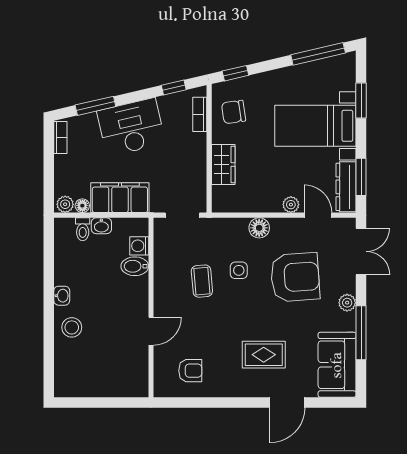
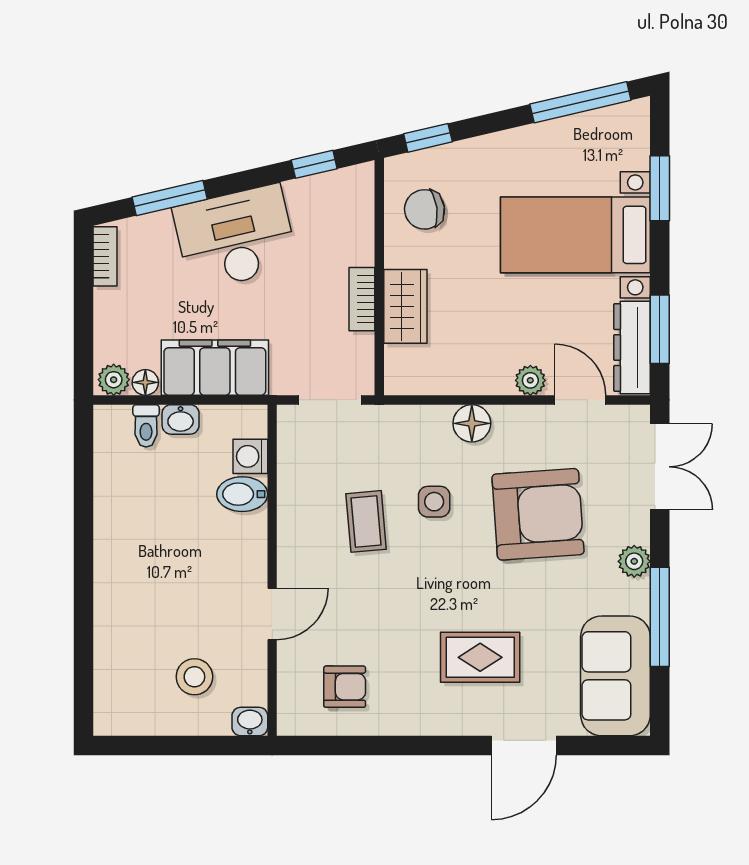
bookcase: (200, 114) -> (362, 299), moved
washbasin: (62, 296) -> (250, 722), moved, turned -90
stool: (72, 327) -> (194, 677), moved

